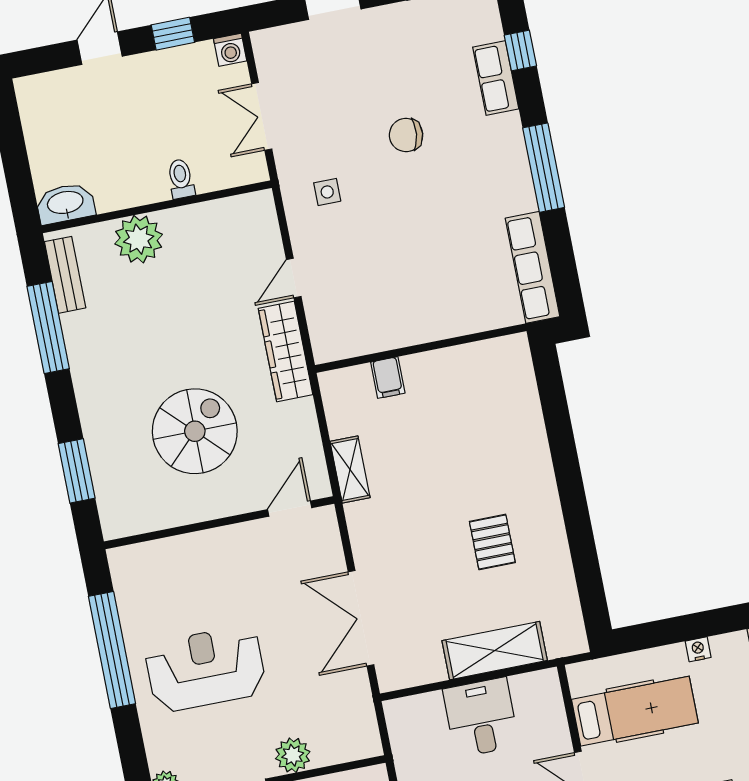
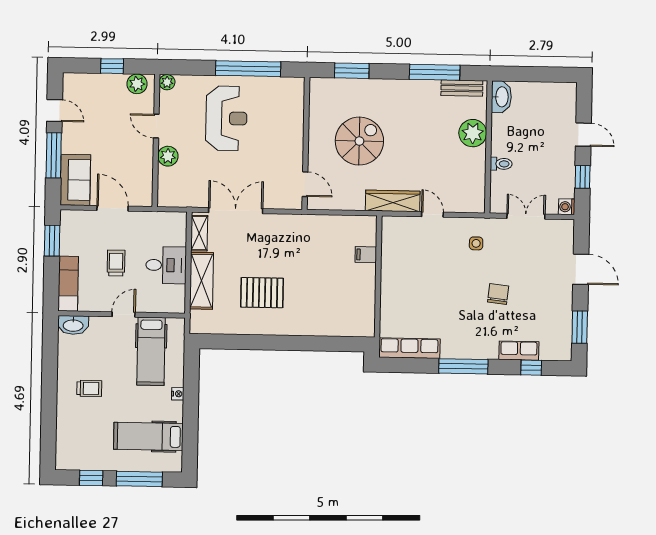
spiral stairs: (195, 431) -> (359, 141), turned -90
shelving: (350, 470) -> (199, 233), moved, turned 90
pallet: (492, 542) -> (262, 293), width x1.50, depth x1.42

